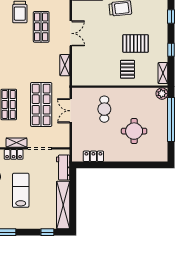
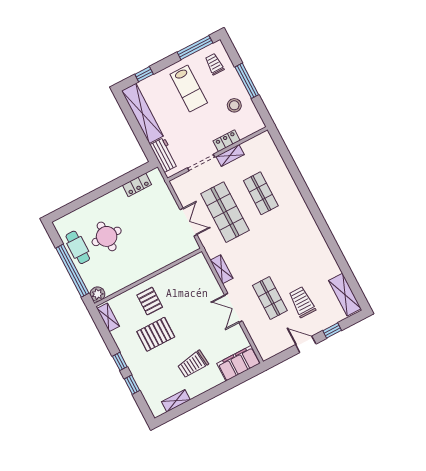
window: (171, 50) -> (120, 361), moved
cafe table: (104, 109) -> (78, 247), moved
lab bench: (21, 190) -> (189, 89), moved

